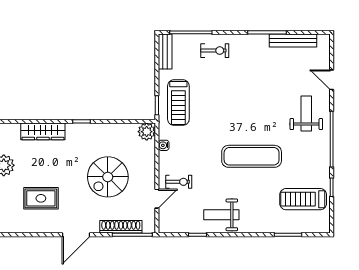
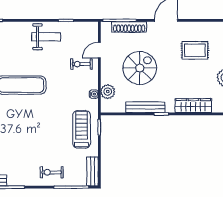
bench: (101, 129) -> (145, 107), added
plant: (147, 132) -> (108, 92), moved

